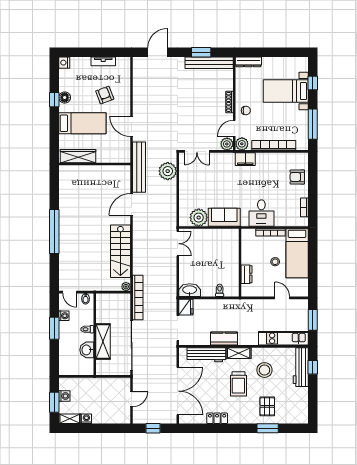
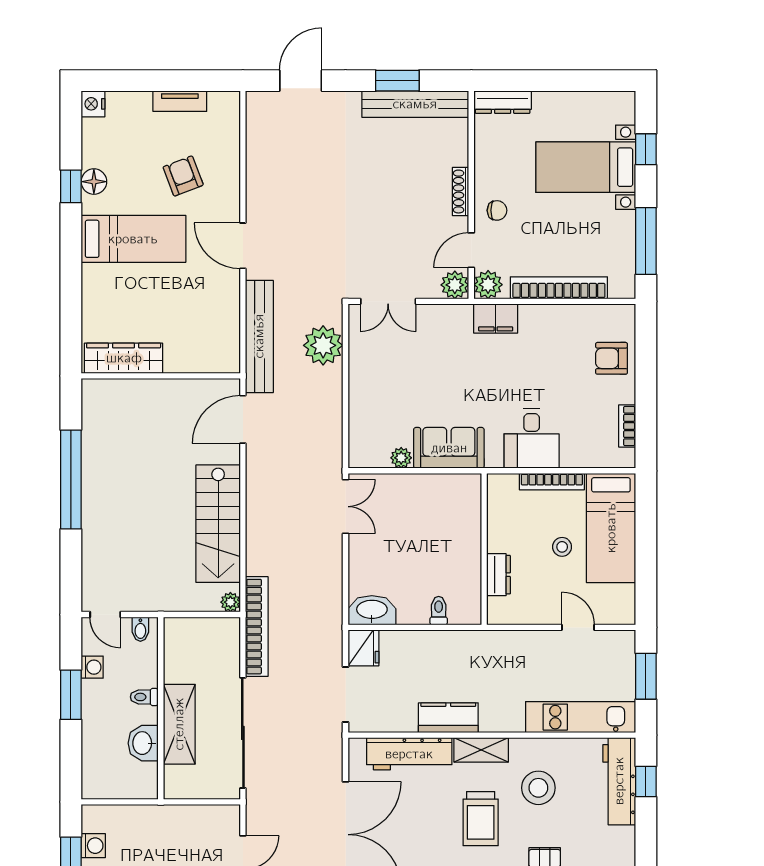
wardrobe: (78, 156) -> (124, 358), moved
wall: (95, 164) -> (161, 376), moved
plant: (199, 218) -> (401, 458), width x0.53, depth x0.53

